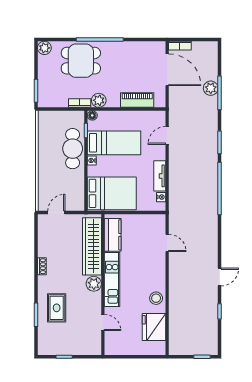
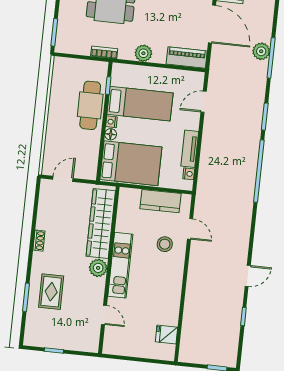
plant: (99, 100) -> (143, 53), moved
piano: (137, 100) -> (187, 58), moved
floor lamp: (92, 115) -> (111, 134), moved
kitchen counter: (113, 235) -> (160, 201), moved, turned 90
stool: (156, 298) -> (165, 244), moved
fridge: (154, 327) -> (167, 334), width x0.53, depth x0.75

